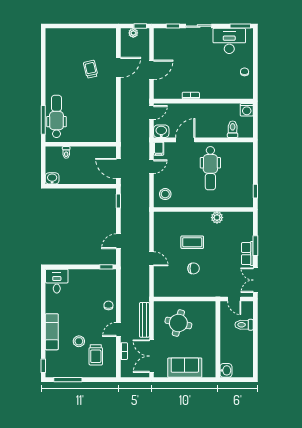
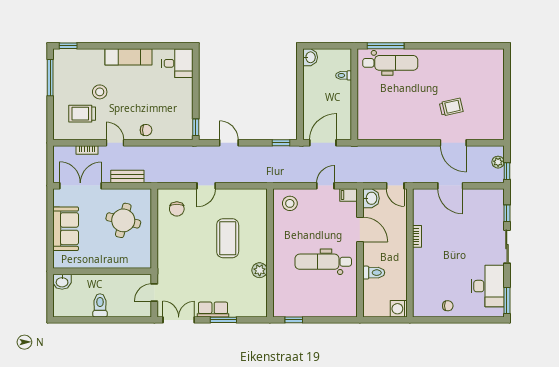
toilet: (233, 129) -> (374, 273), moved
door: (152, 167) -> (325, 186), swing flipped
coffee table: (192, 242) -> (228, 238), width x1.36, depth x1.32
chair: (194, 268) -> (177, 209), moved
bench: (144, 320) -> (127, 177), width x0.73
toilet: (244, 325) -> (100, 305), moved
exam couch: (52, 332) -> (128, 57), moved

